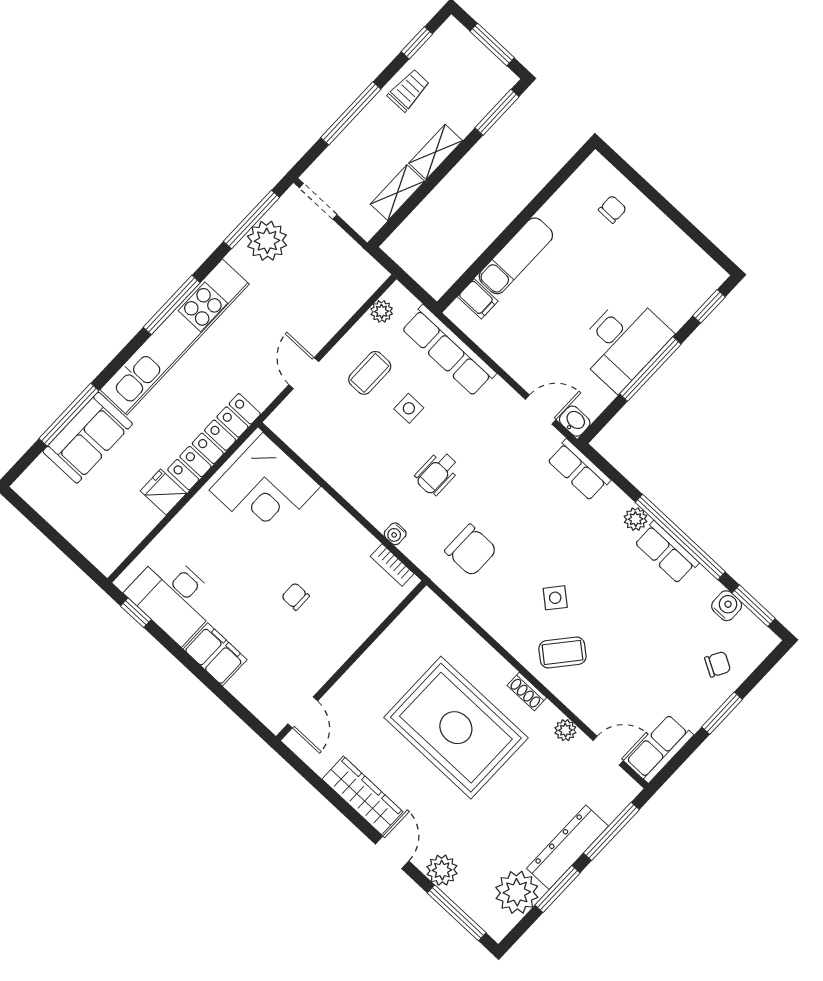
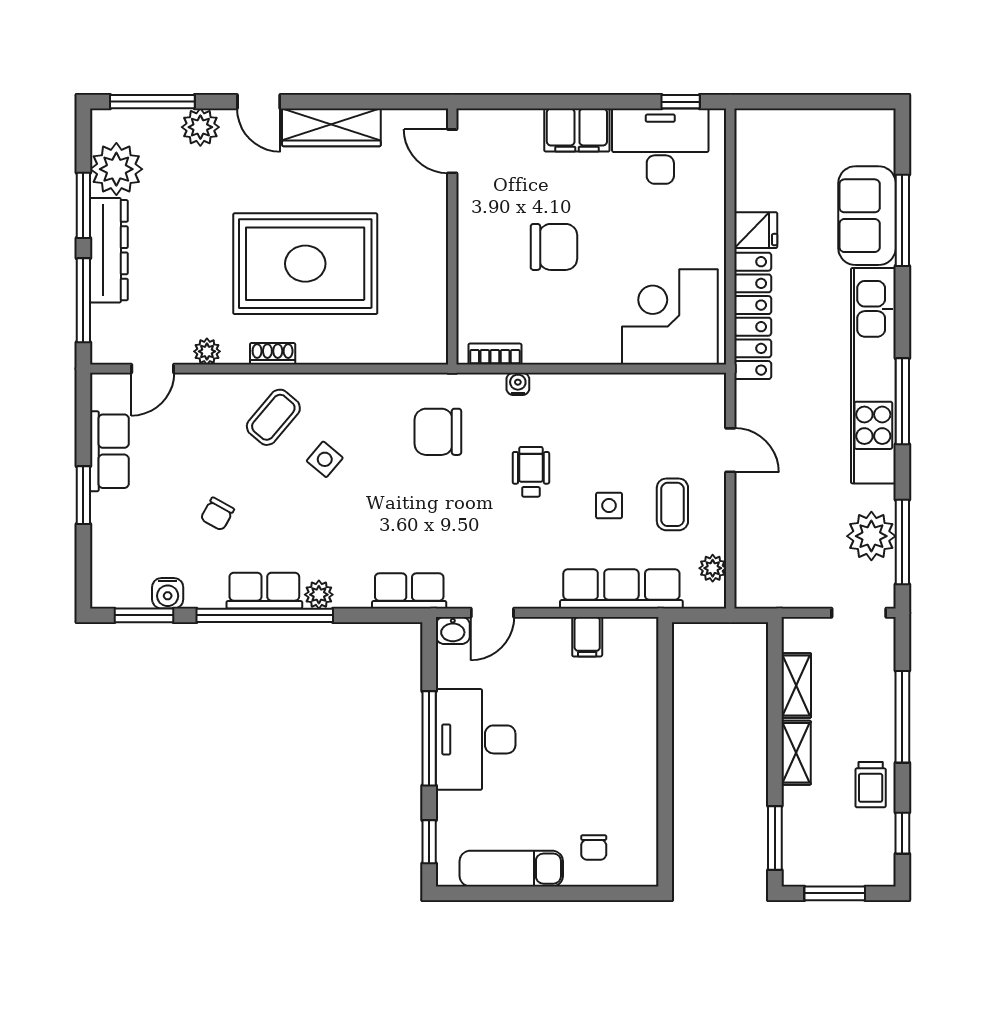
exam couch: (516, 256) -> (511, 869), moved, turned 90
filing cabinet: (478, 299) -> (587, 637), moved, turned -90
chair: (295, 597) -> (554, 247), width x1.87, depth x1.87
chair: (718, 664) -> (217, 514), moved
row of seats: (660, 748) -> (109, 451), moved

